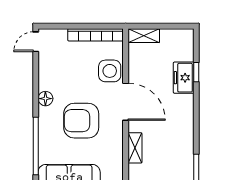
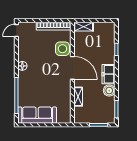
freezer: (184, 78) -> (109, 74), moved
armchair: (81, 121) -> (45, 80), removed
boiler: (185, 138) -> (109, 91), added

